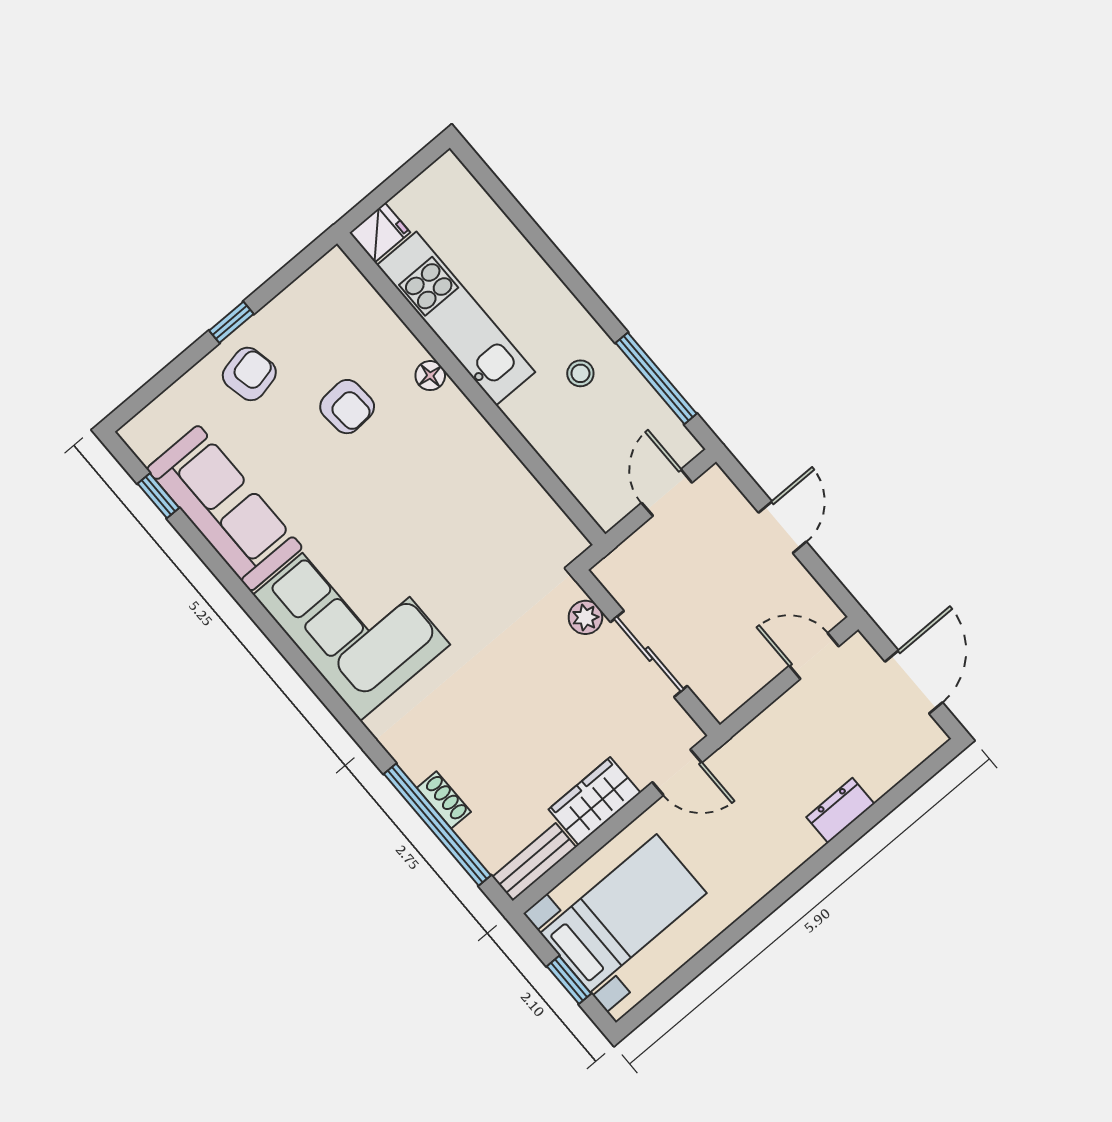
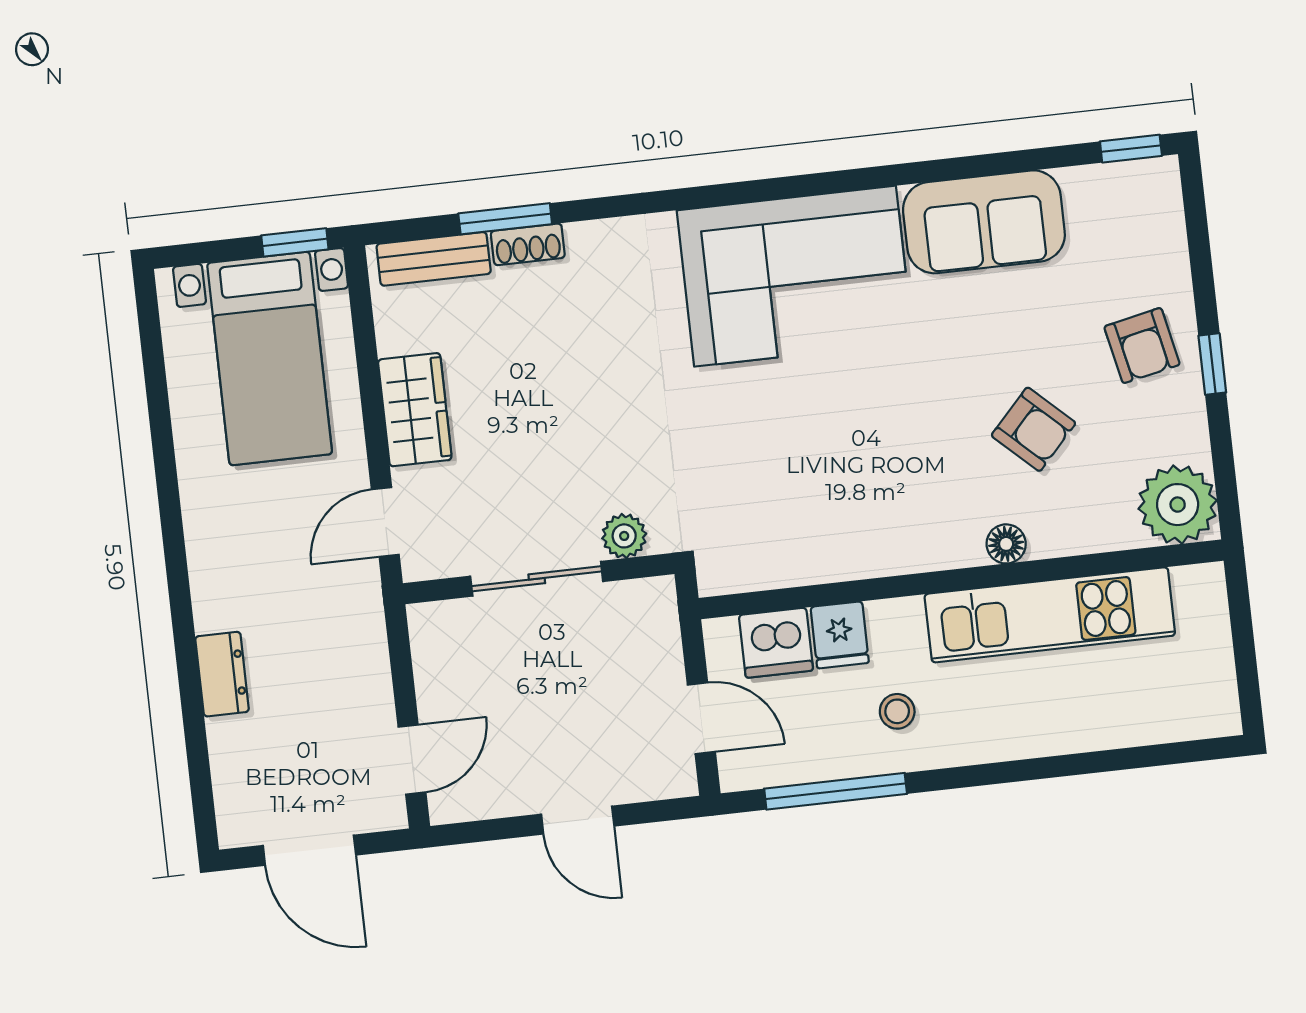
fridge: (380, 233) -> (840, 635), moved
plant: (334, 285) -> (1178, 505), added
armchair: (347, 407) -> (1034, 429), turned -133
dishwasher: (588, 478) -> (776, 643), added
window: (158, 496) -> (1131, 149), moved
sofa: (225, 508) -> (984, 222), width x0.73
window: (437, 825) -> (505, 219), width x0.47
bench: (534, 862) -> (434, 259), moved, turned 90
window: (569, 980) -> (295, 242), moved

